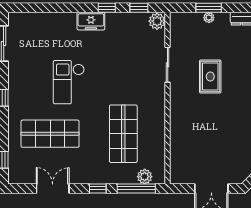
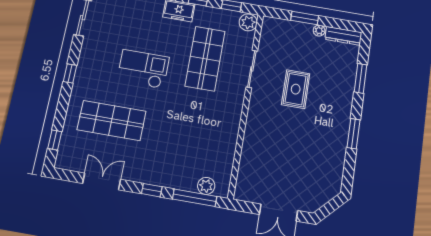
plant: (209, 18) -> (319, 31), moved
checkout: (69, 82) -> (143, 69), turned 90
shop shelf: (123, 134) -> (205, 59), moved

